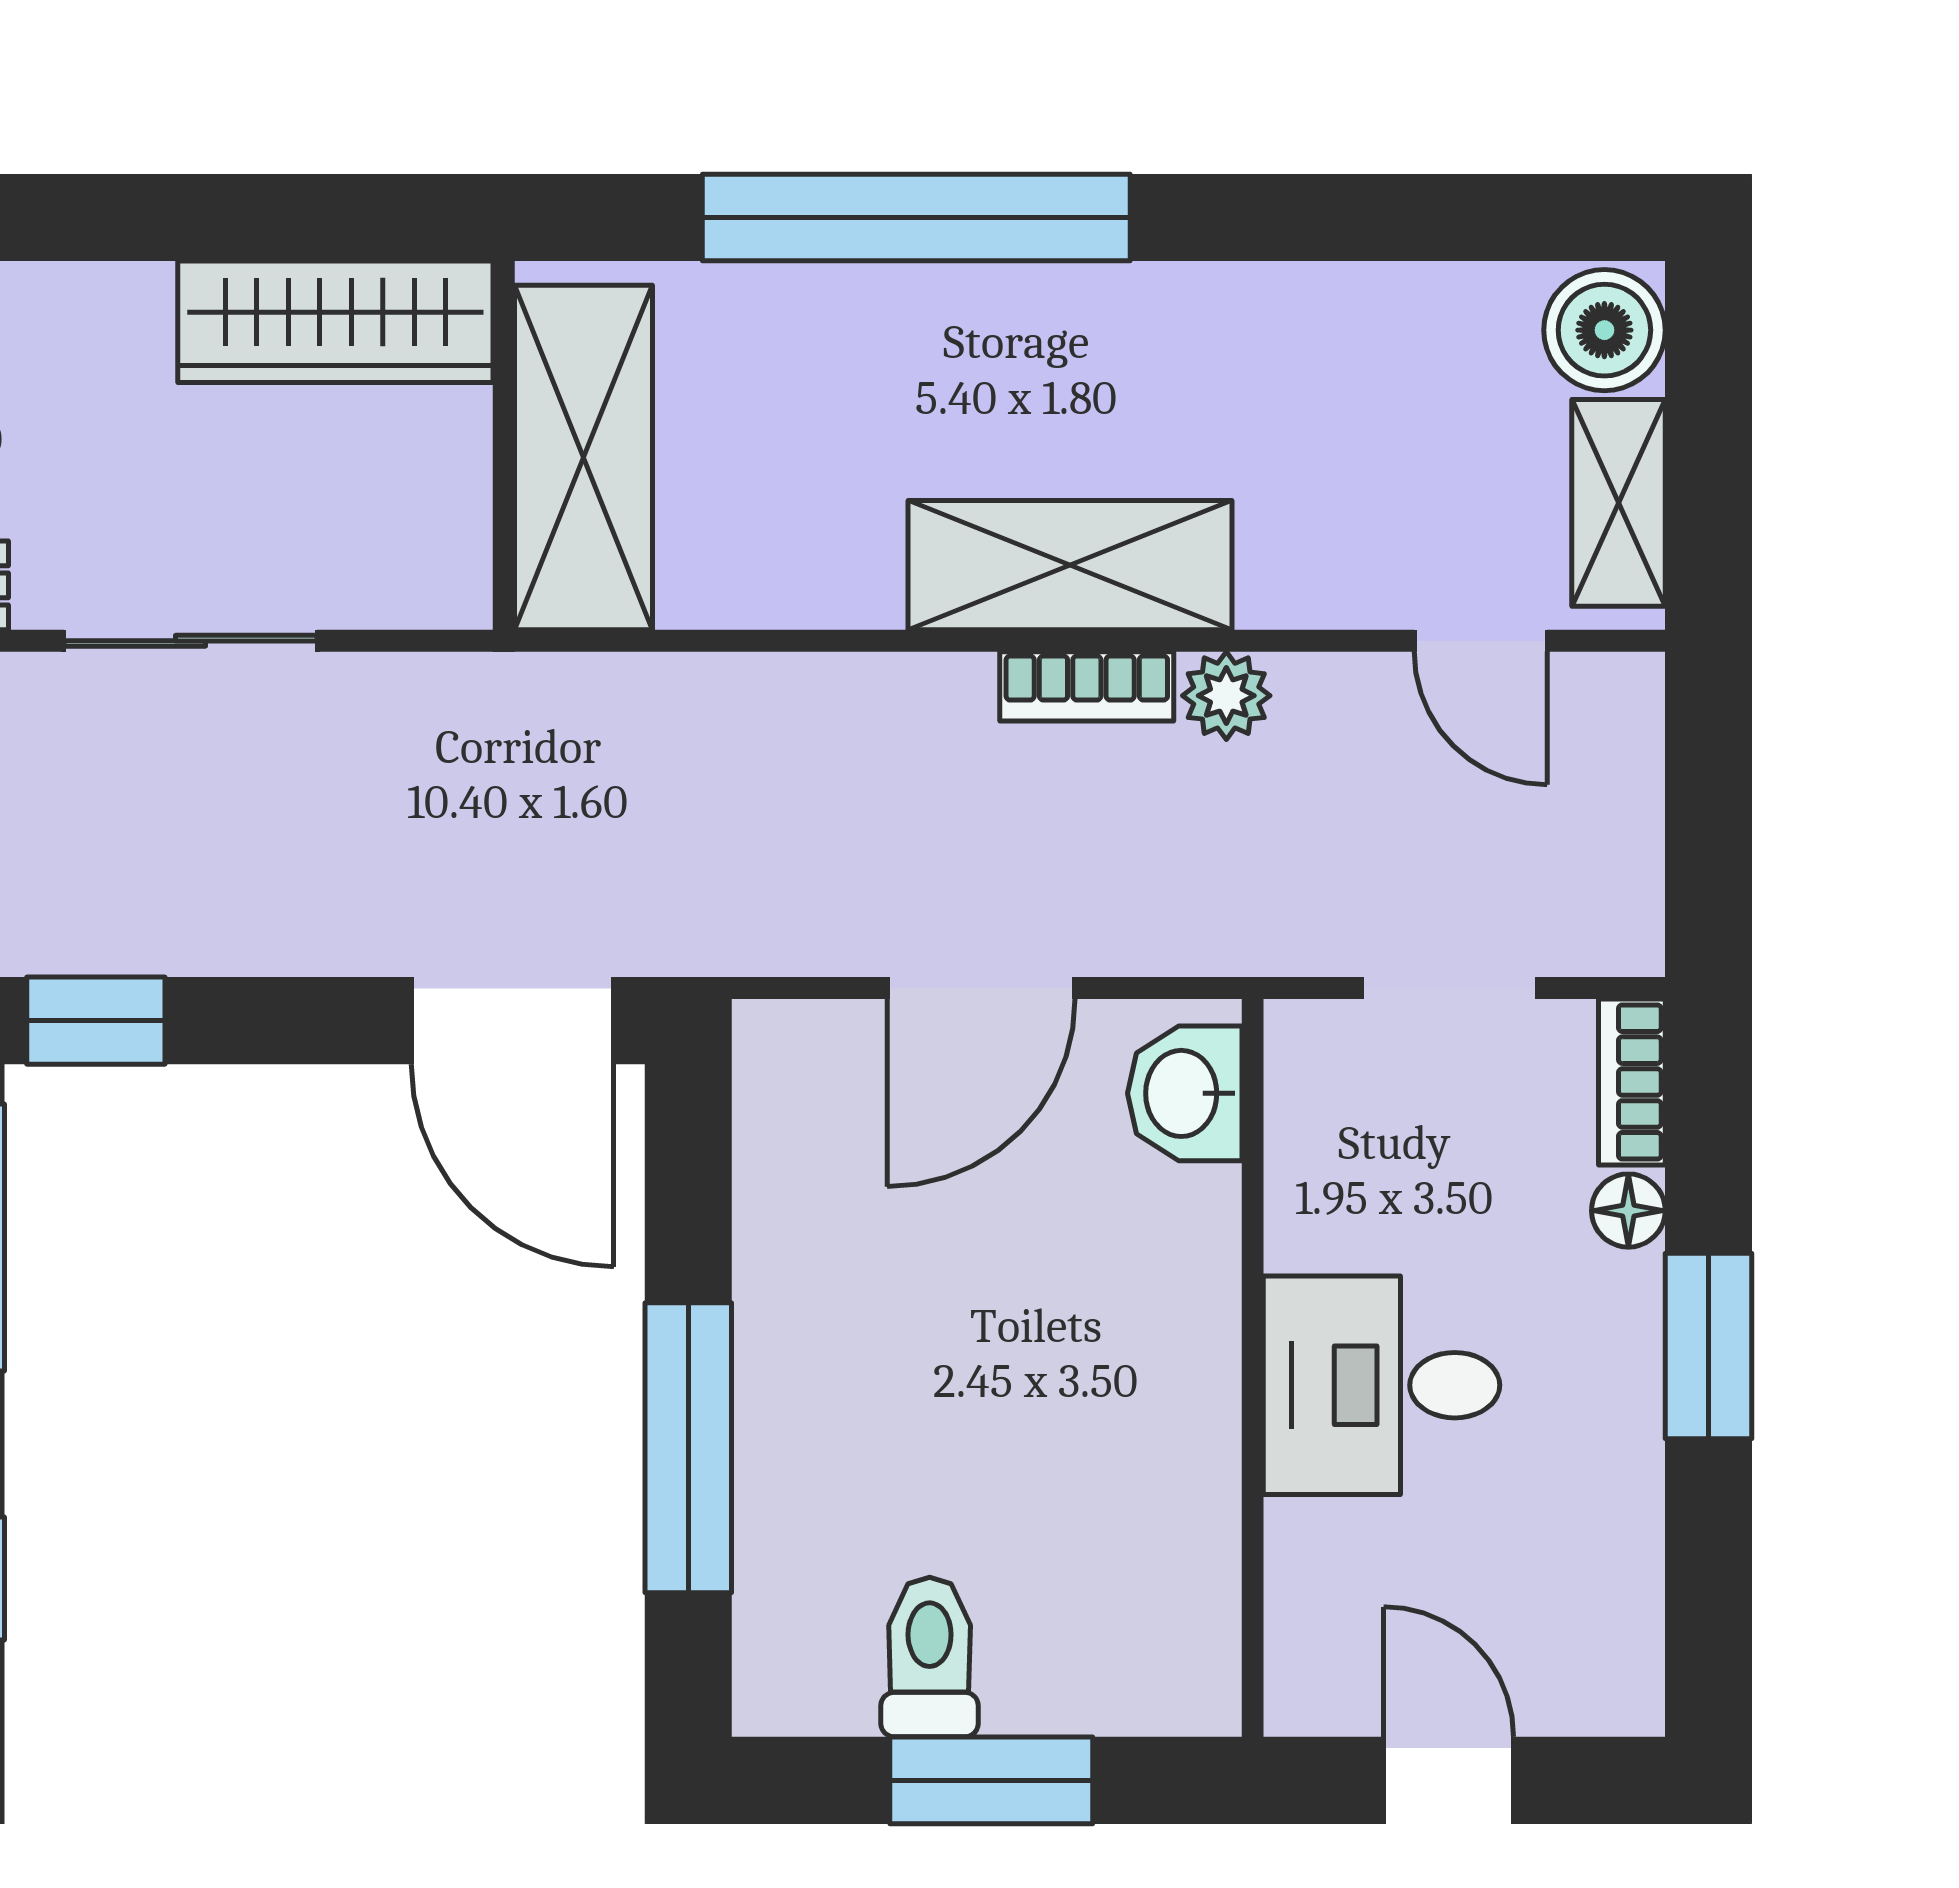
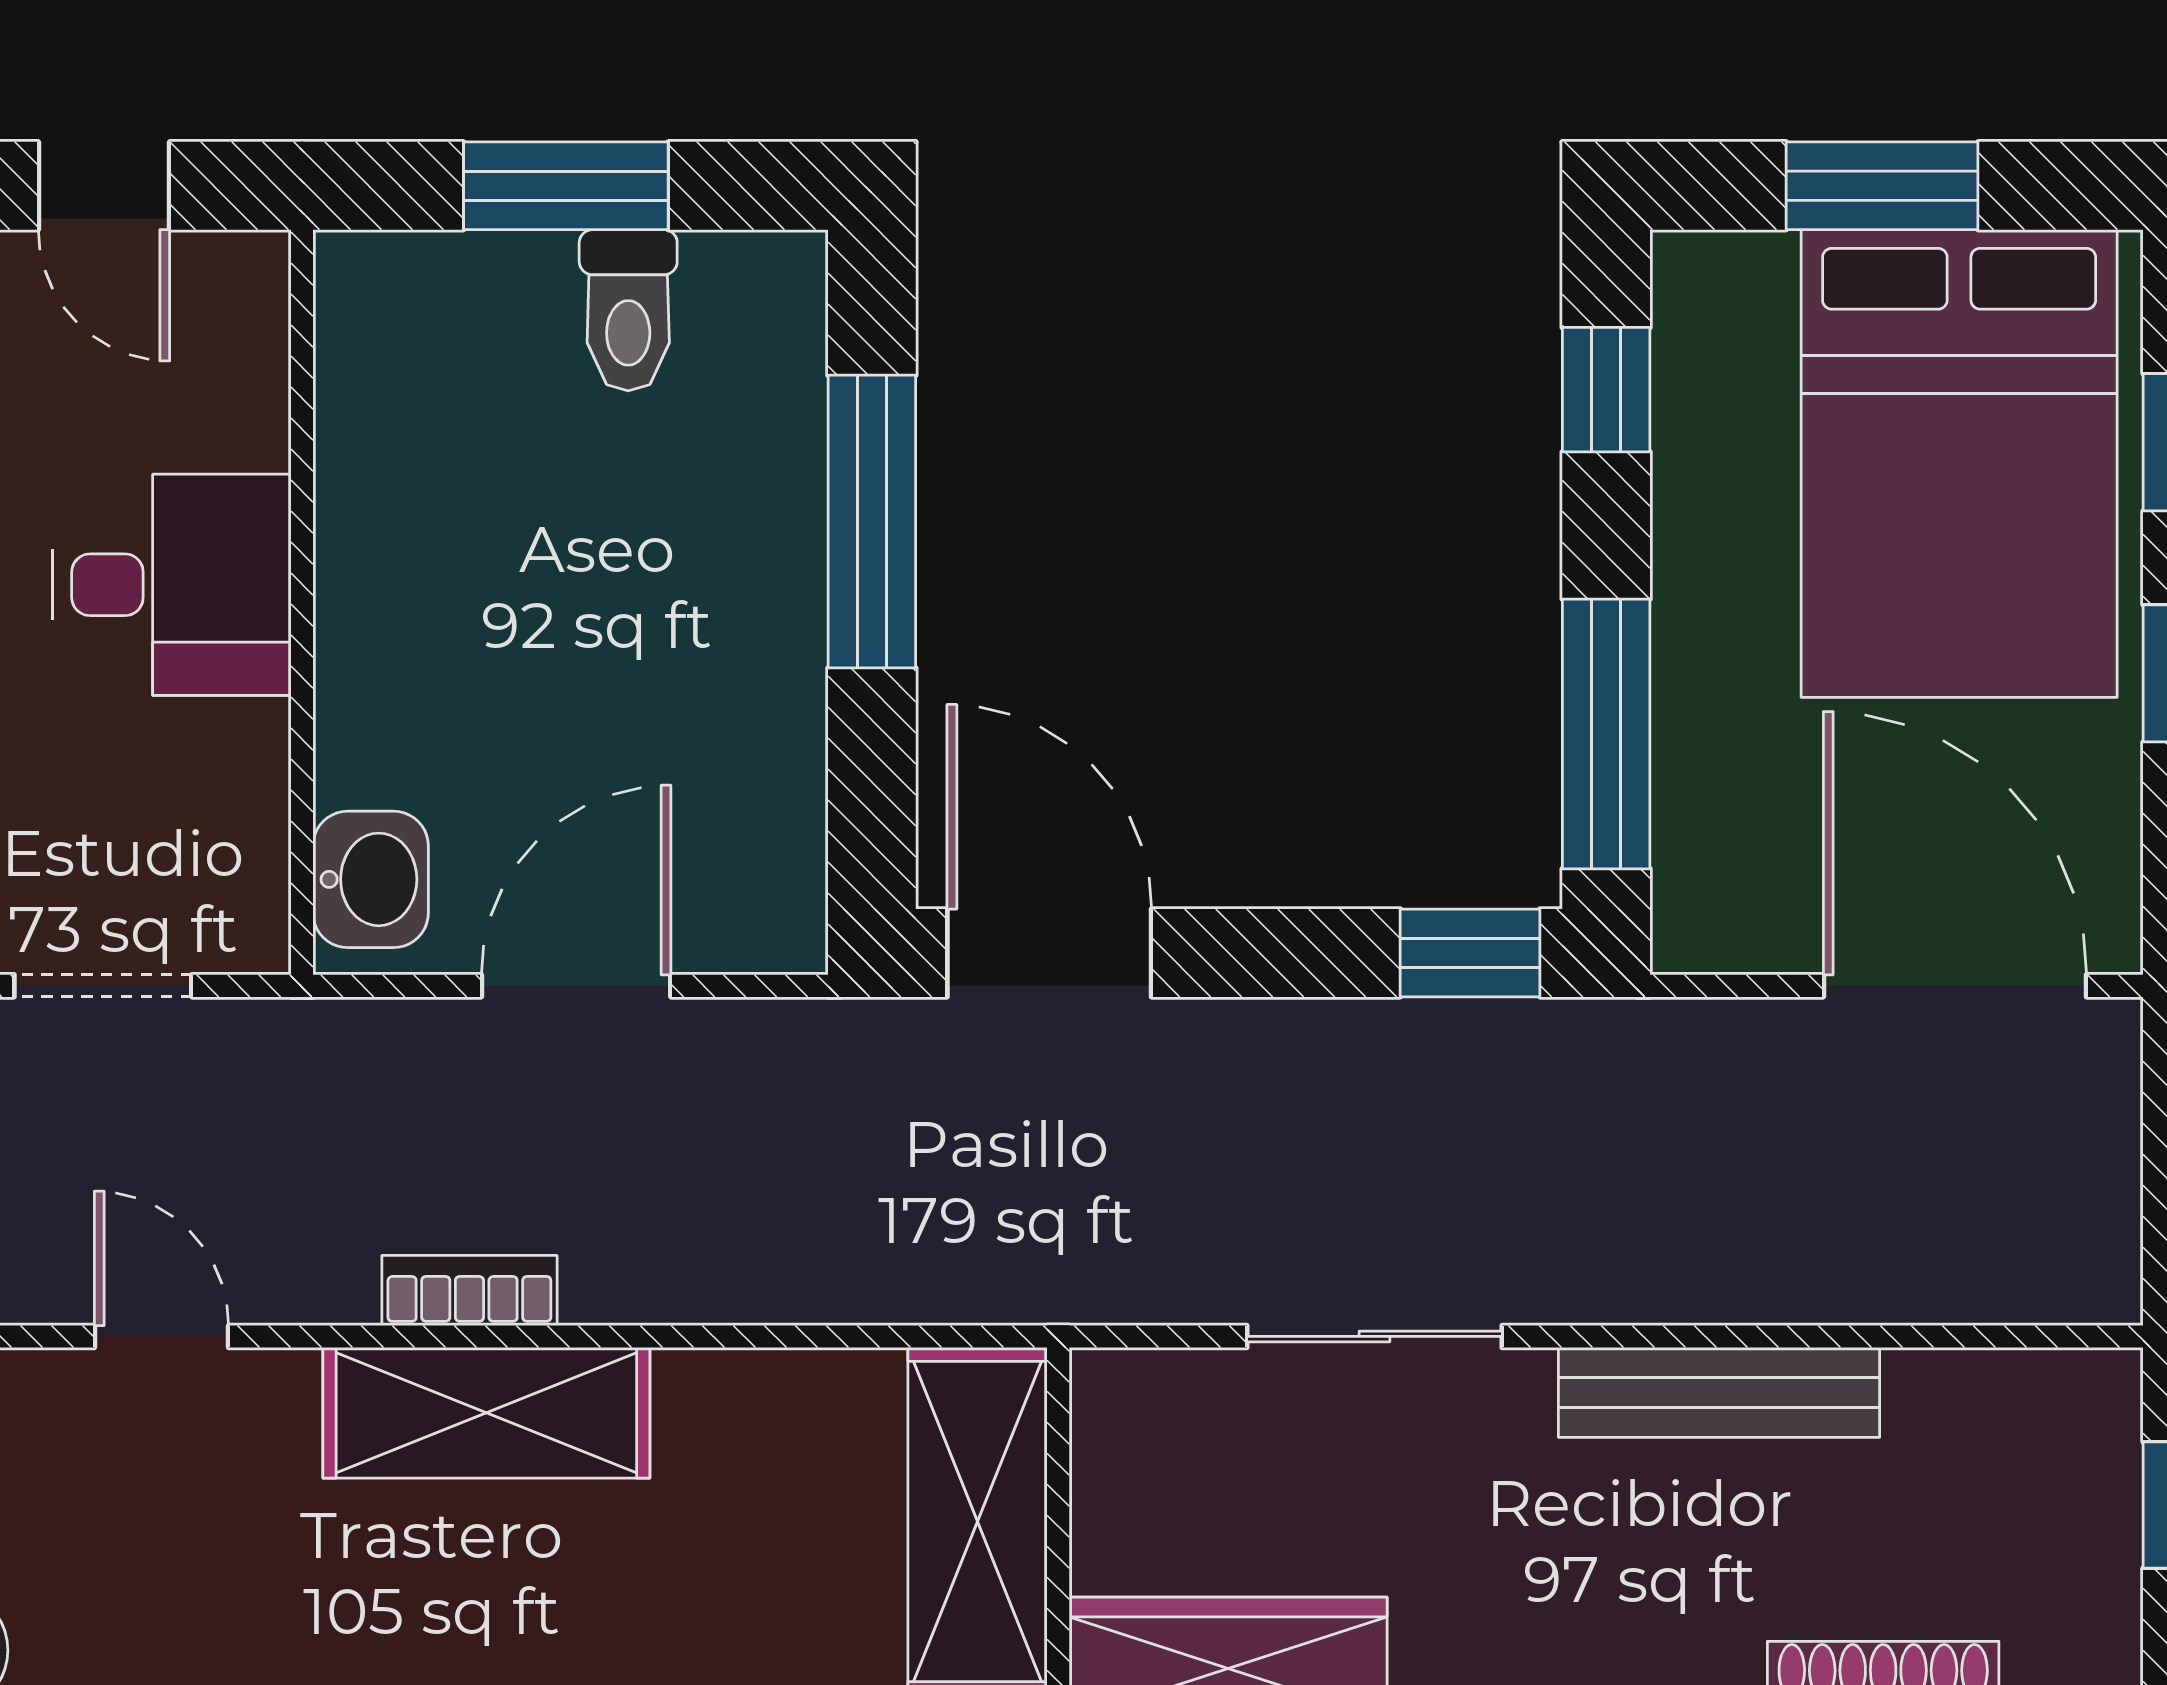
door: (1481, 641) -> (161, 1336), moved
plant: (1226, 696) -> (329, 1281), removed

